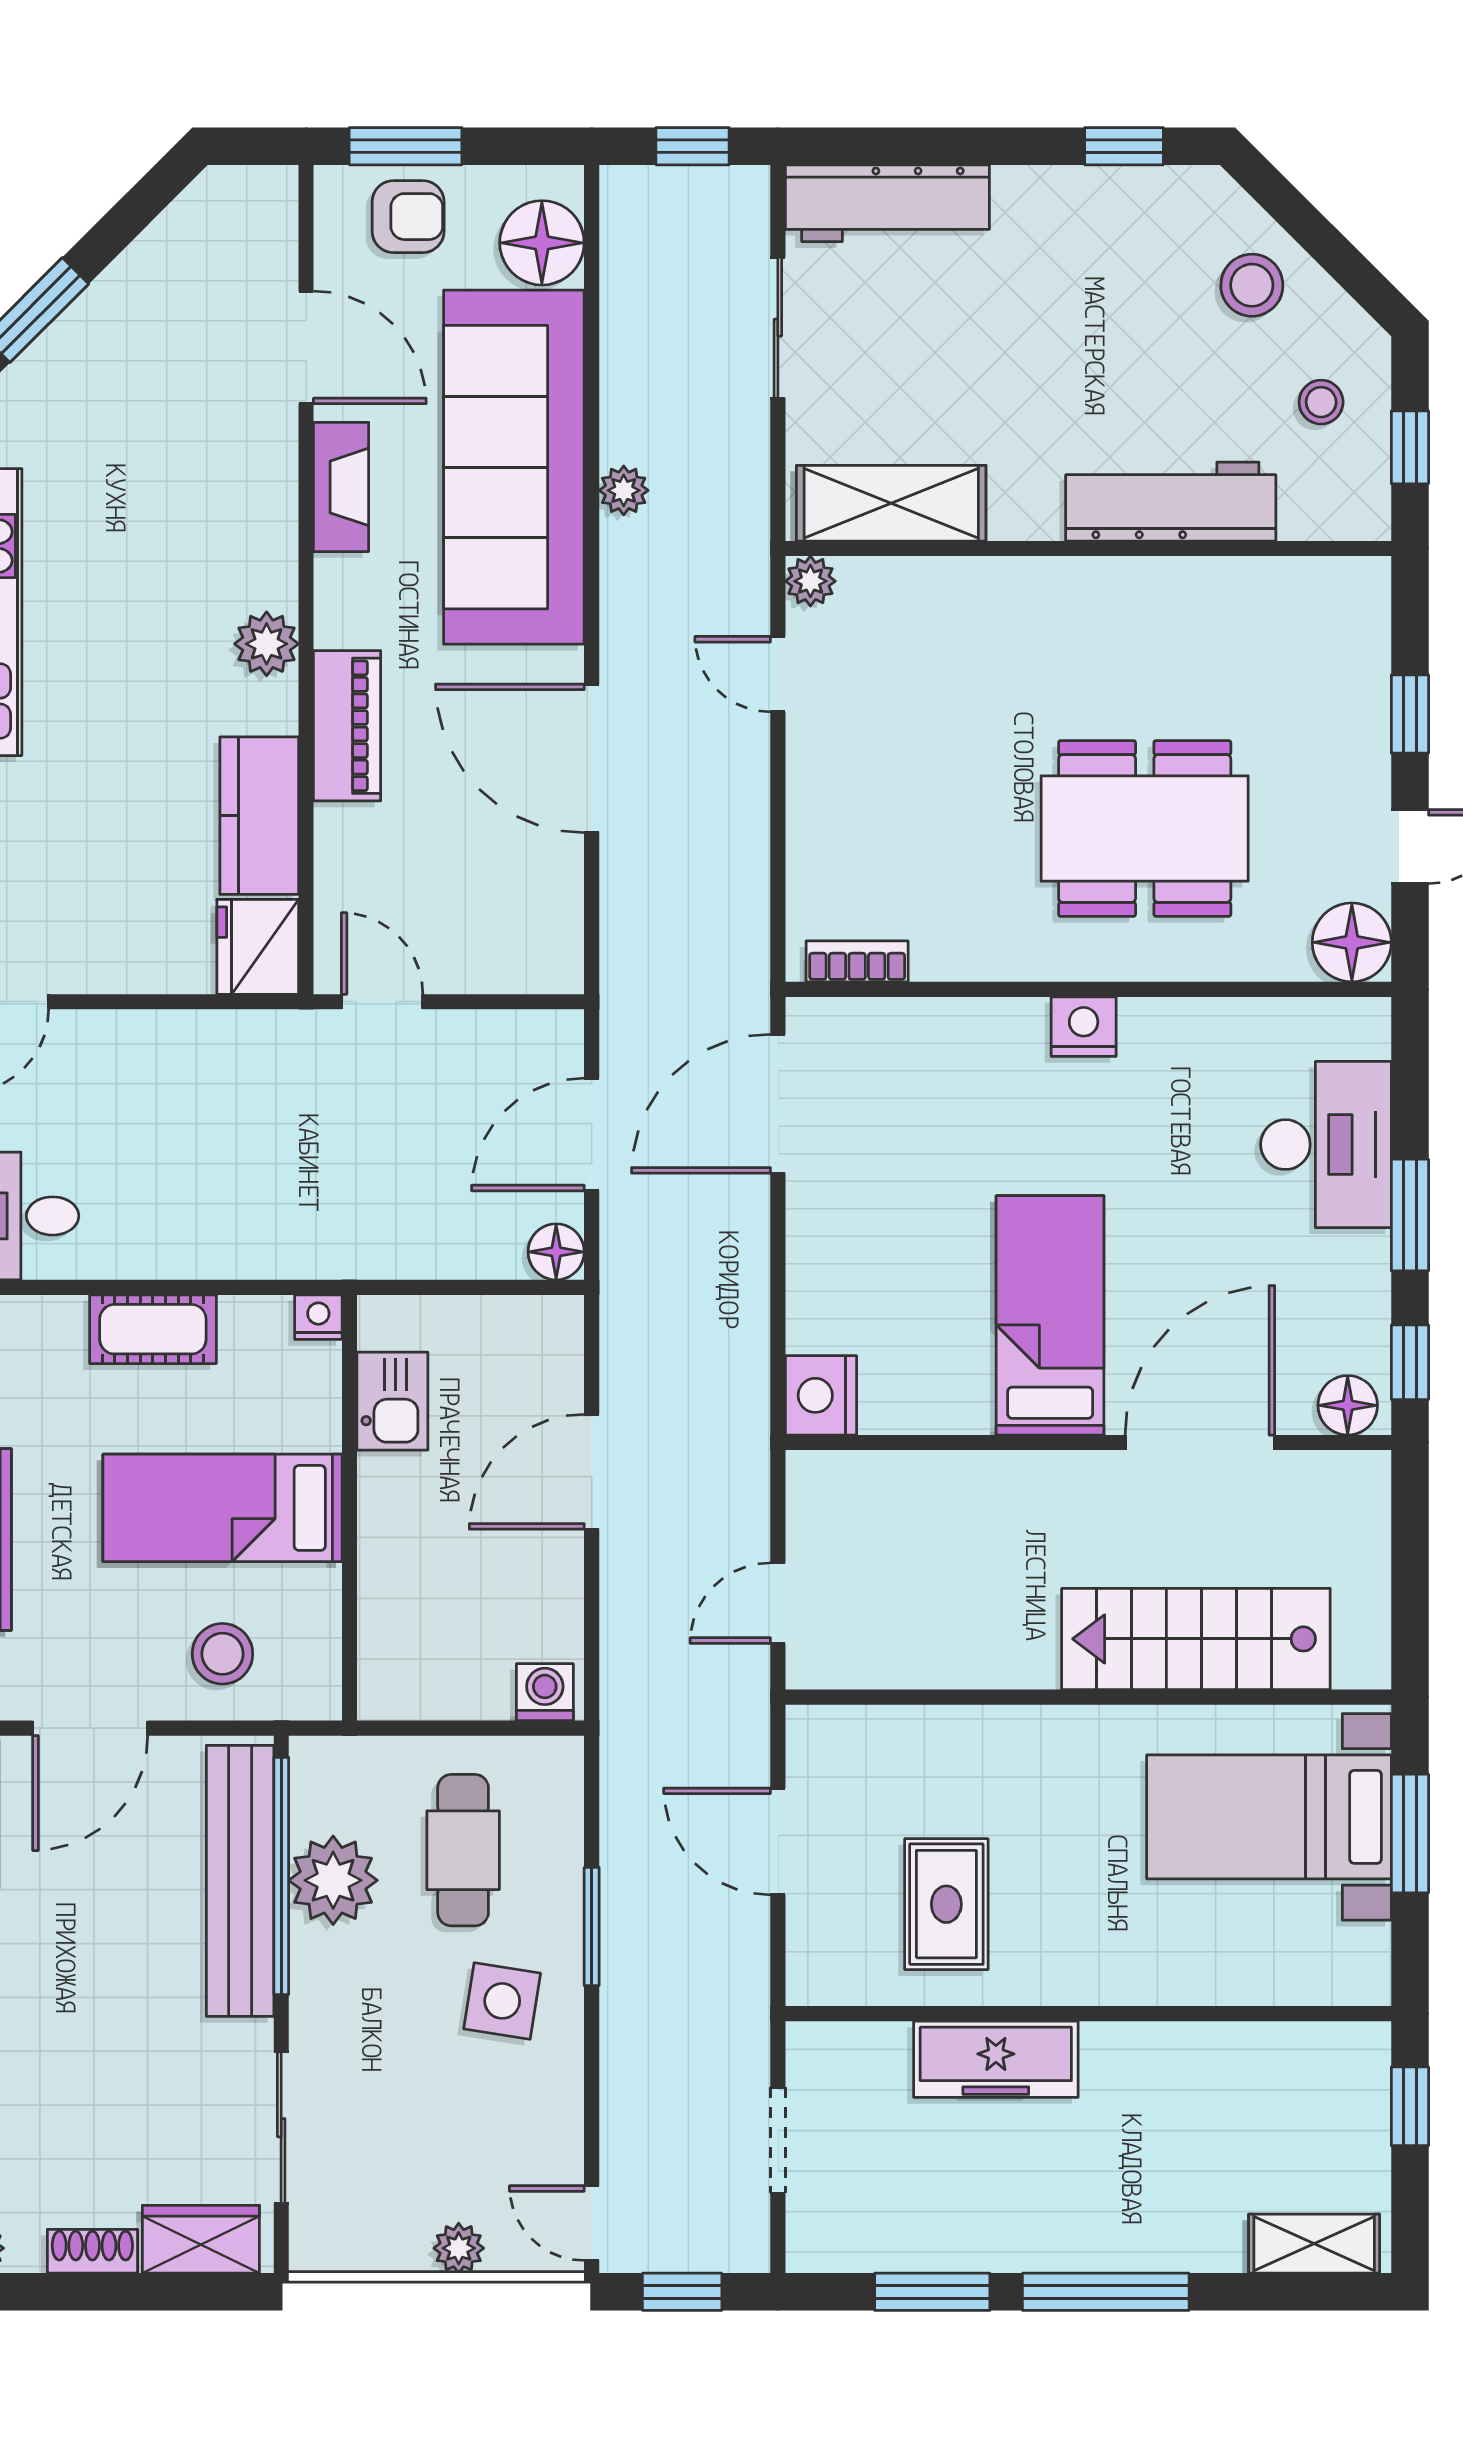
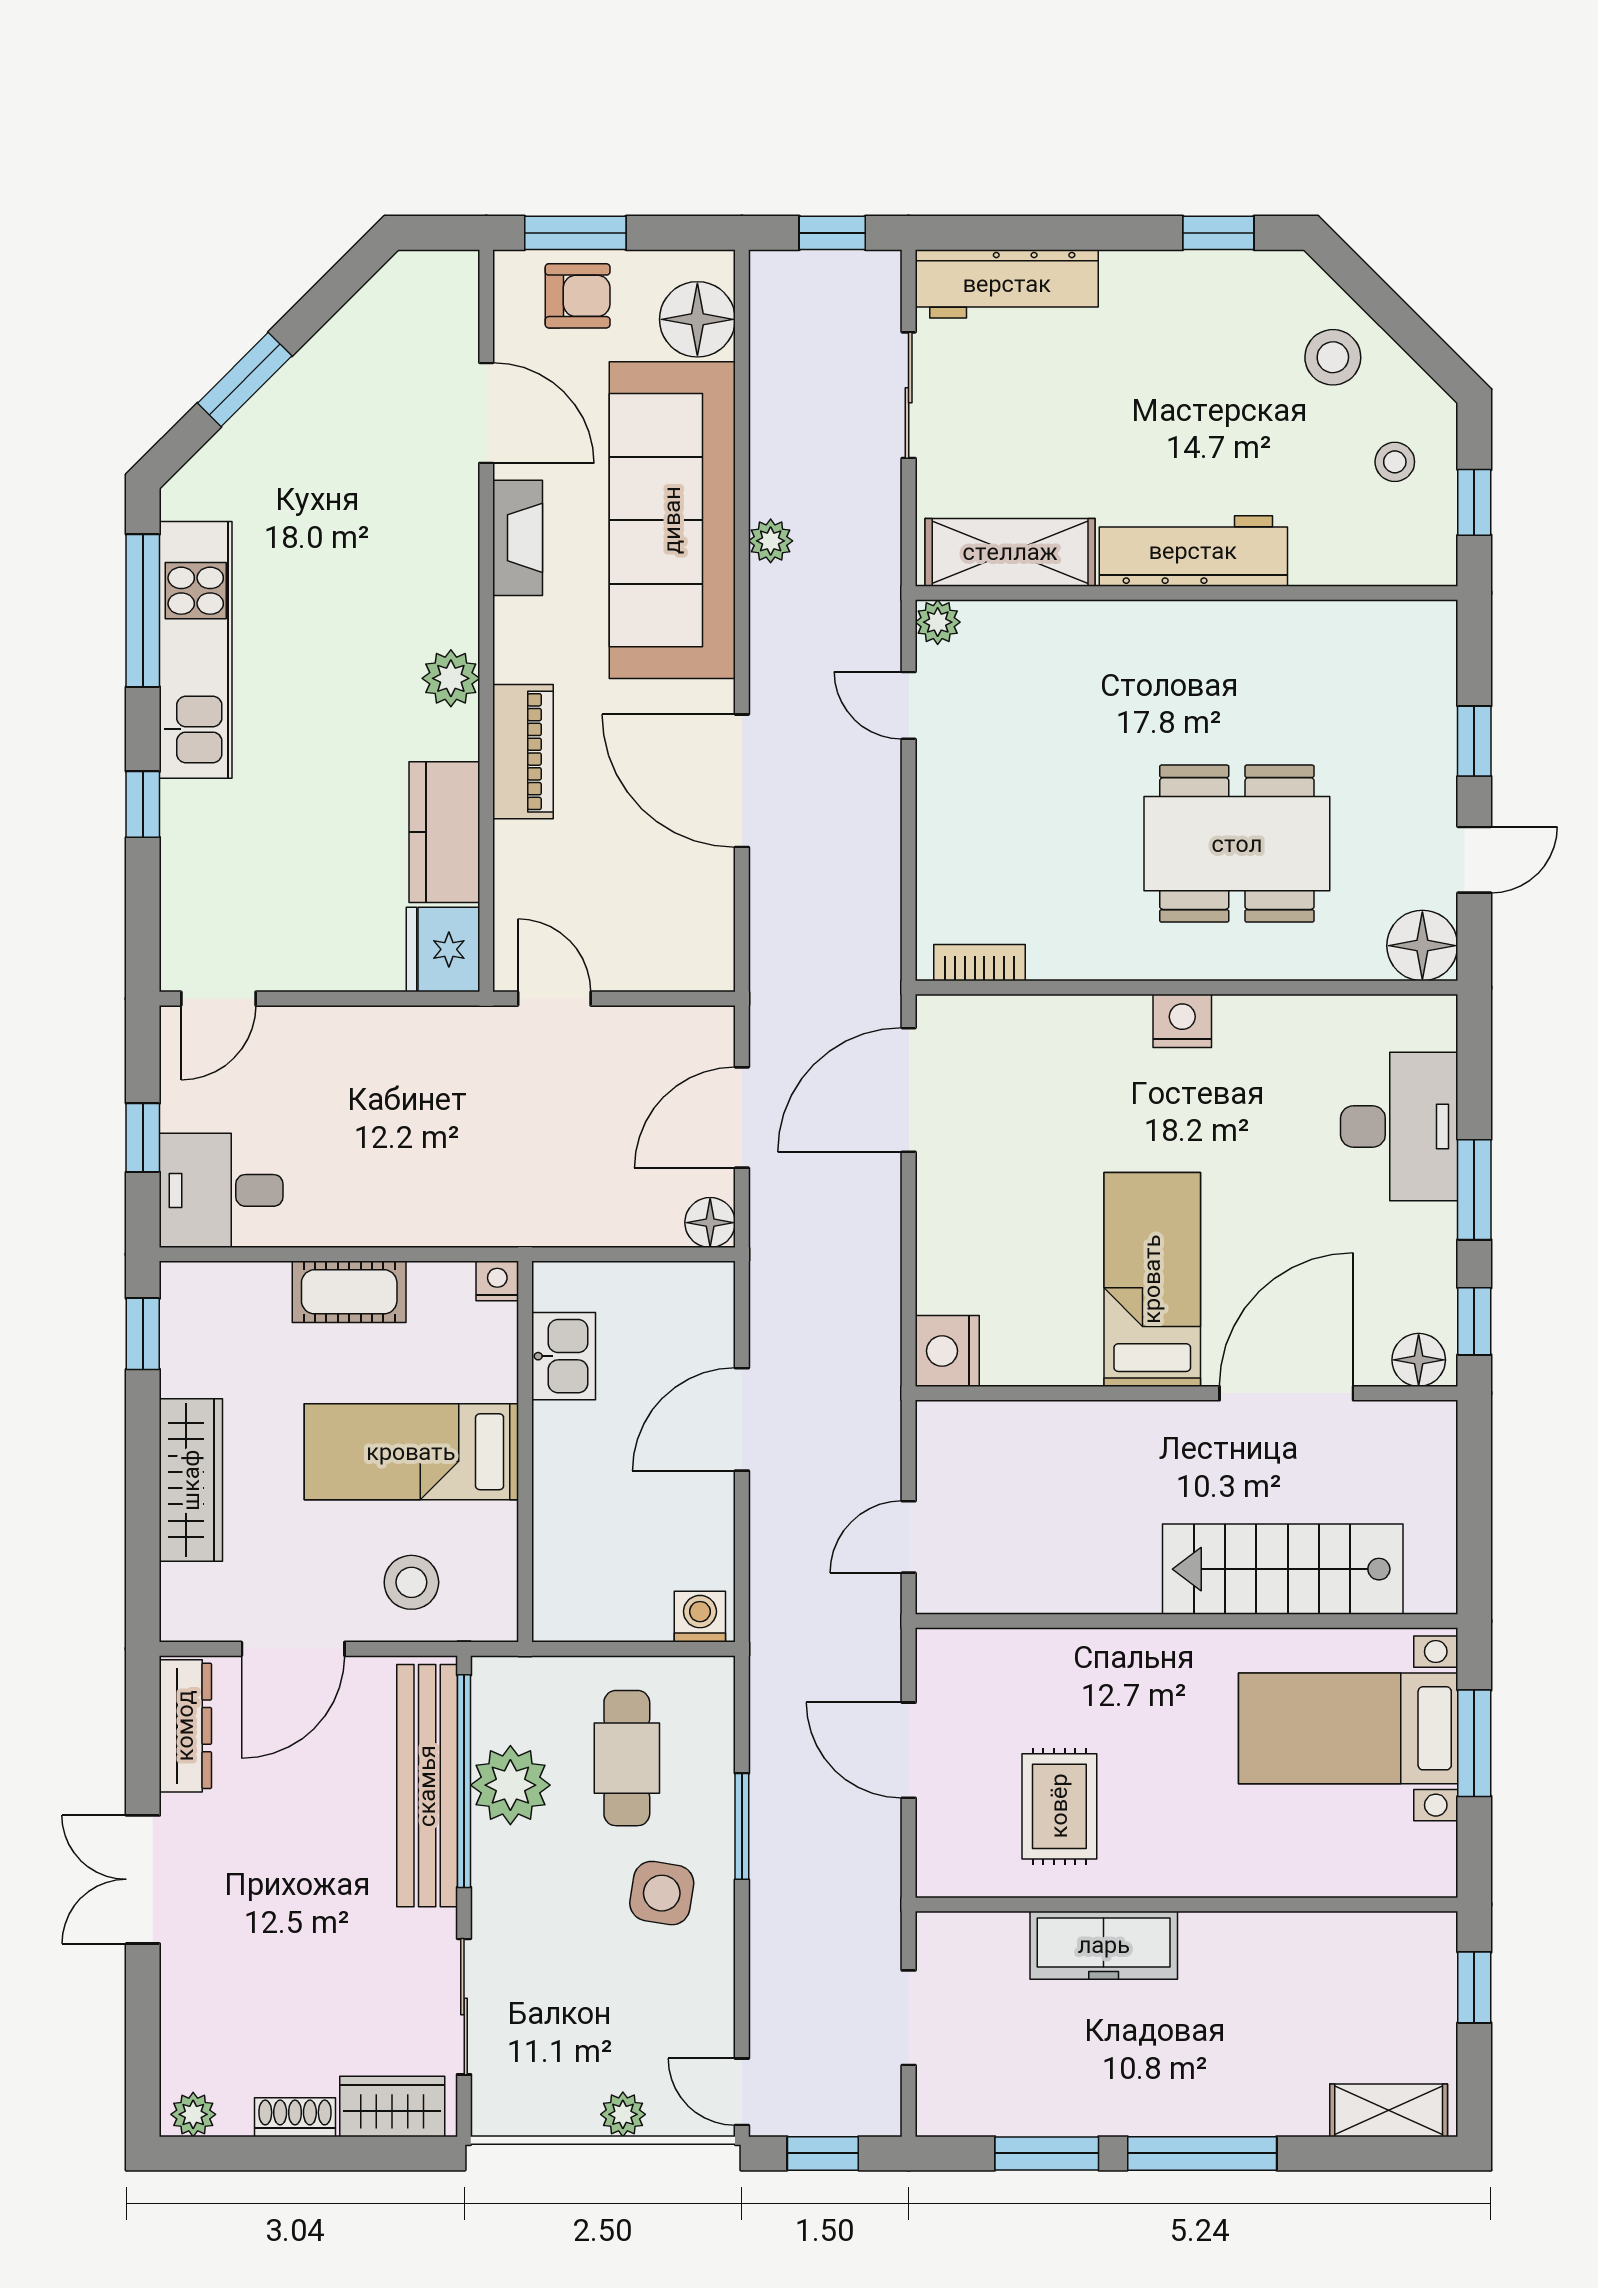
workbench: (1171, 502) -> (1193, 551), moved

